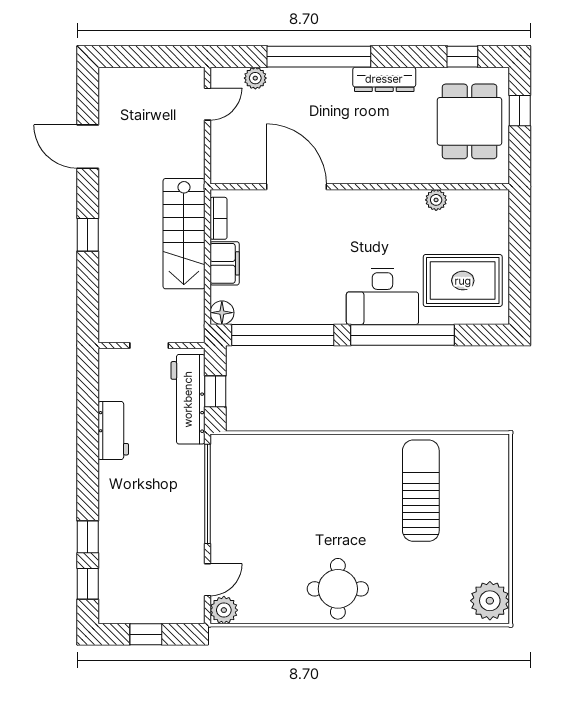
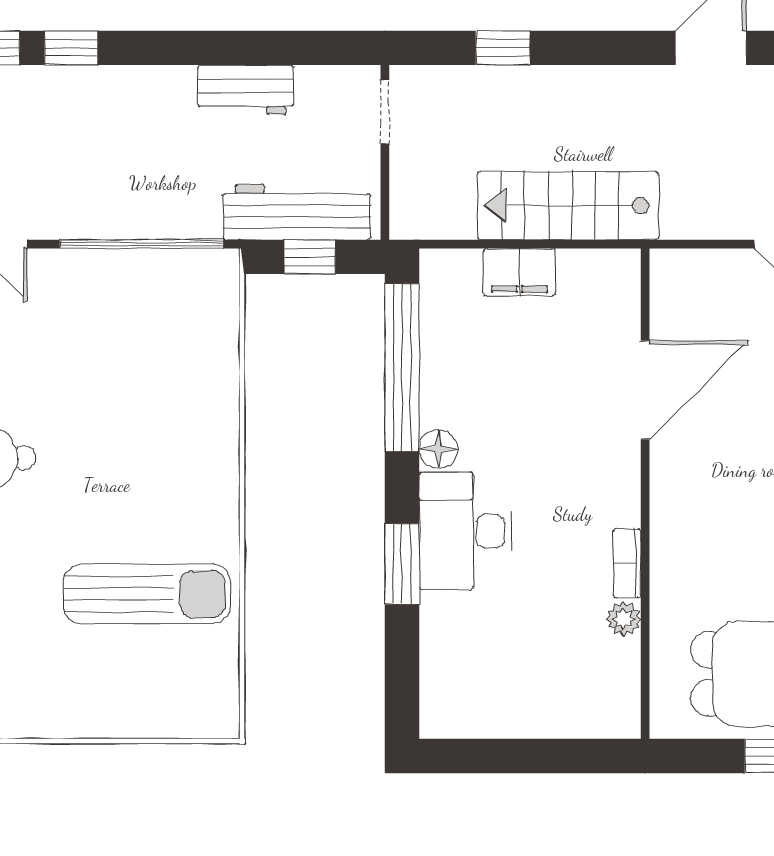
bookcase: (218, 218) -> (627, 563), moved, turned 90
window: (88, 235) -> (503, 48), moved
rug: (463, 281) -> (491, 663), removed
floor lamp: (222, 313) -> (439, 449), moved
window: (403, 335) -> (402, 564), width x0.47
doorway: (149, 345) -> (385, 112), moved

